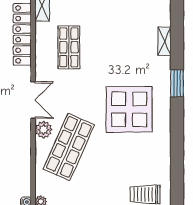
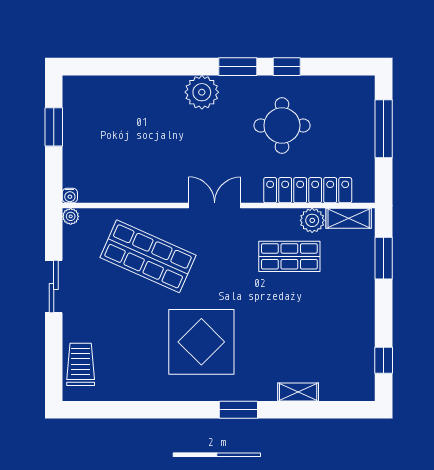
double door: (33, 100) -> (215, 206), swing flipped
plant: (44, 130) -> (312, 220), moved

